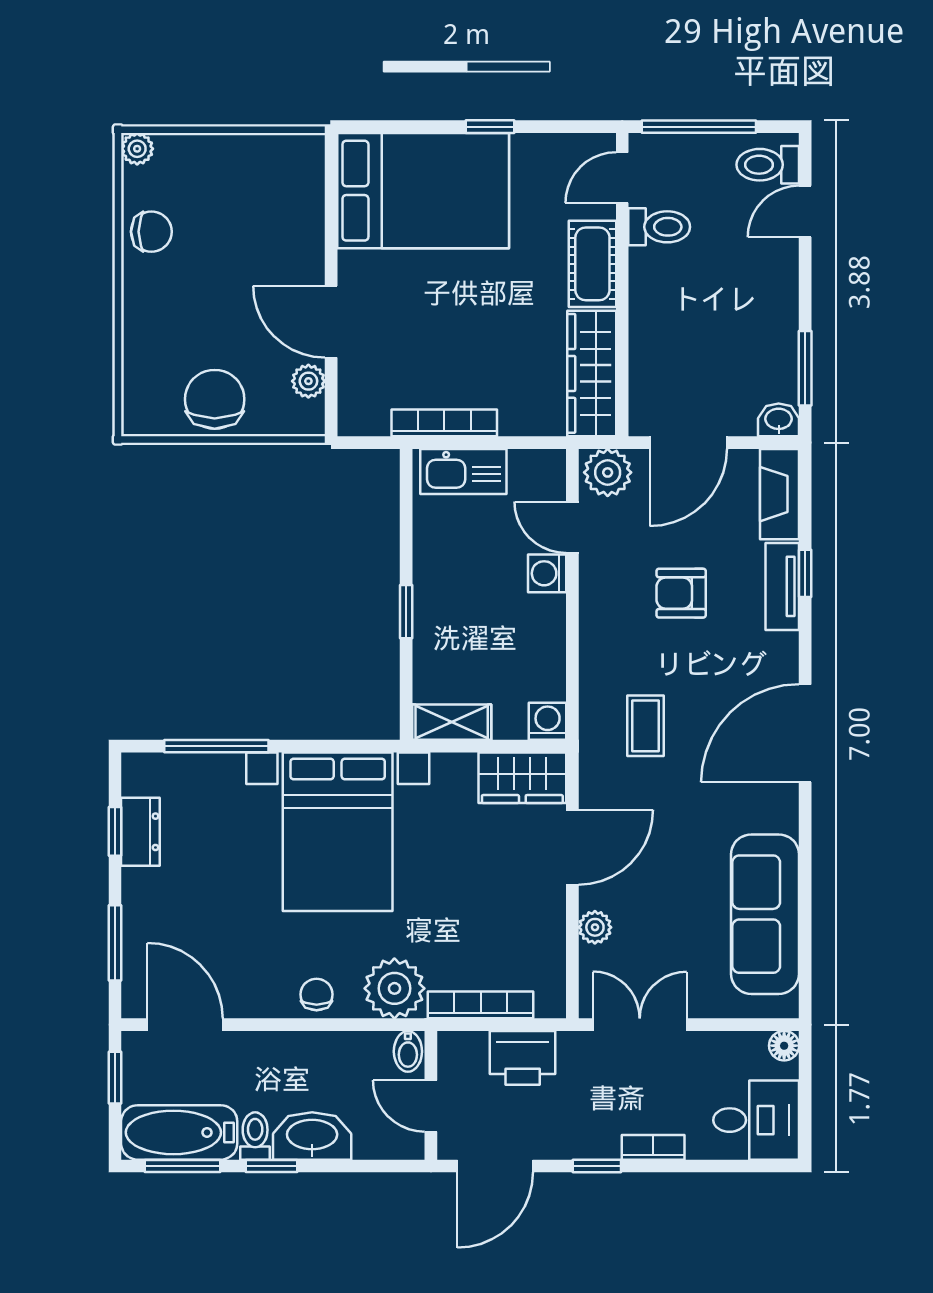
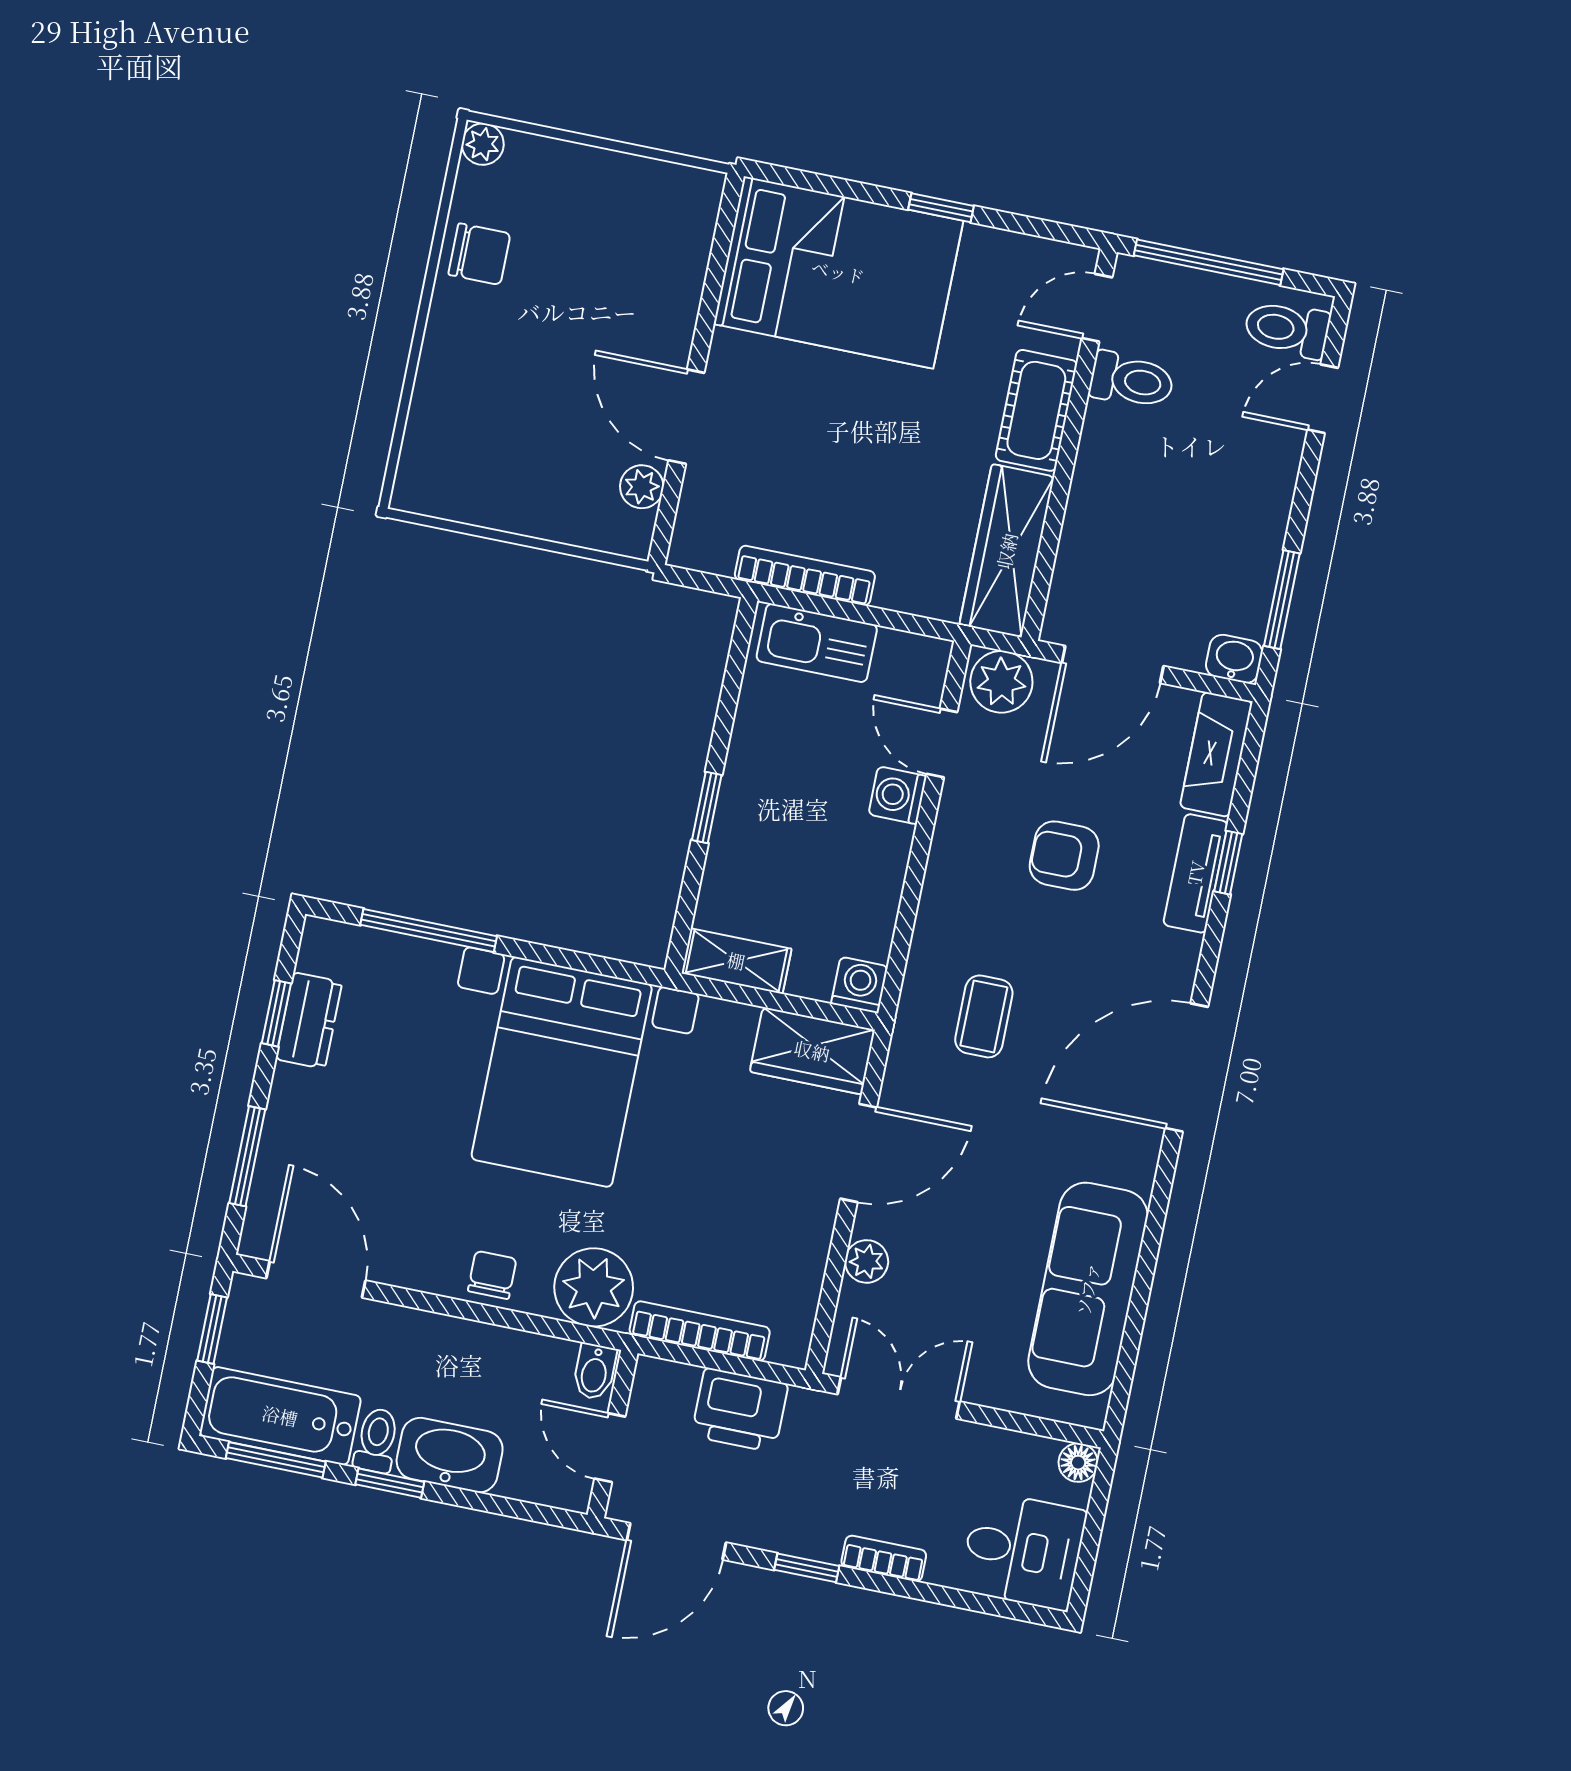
chair: (215, 399) -> (517, 486), removed

